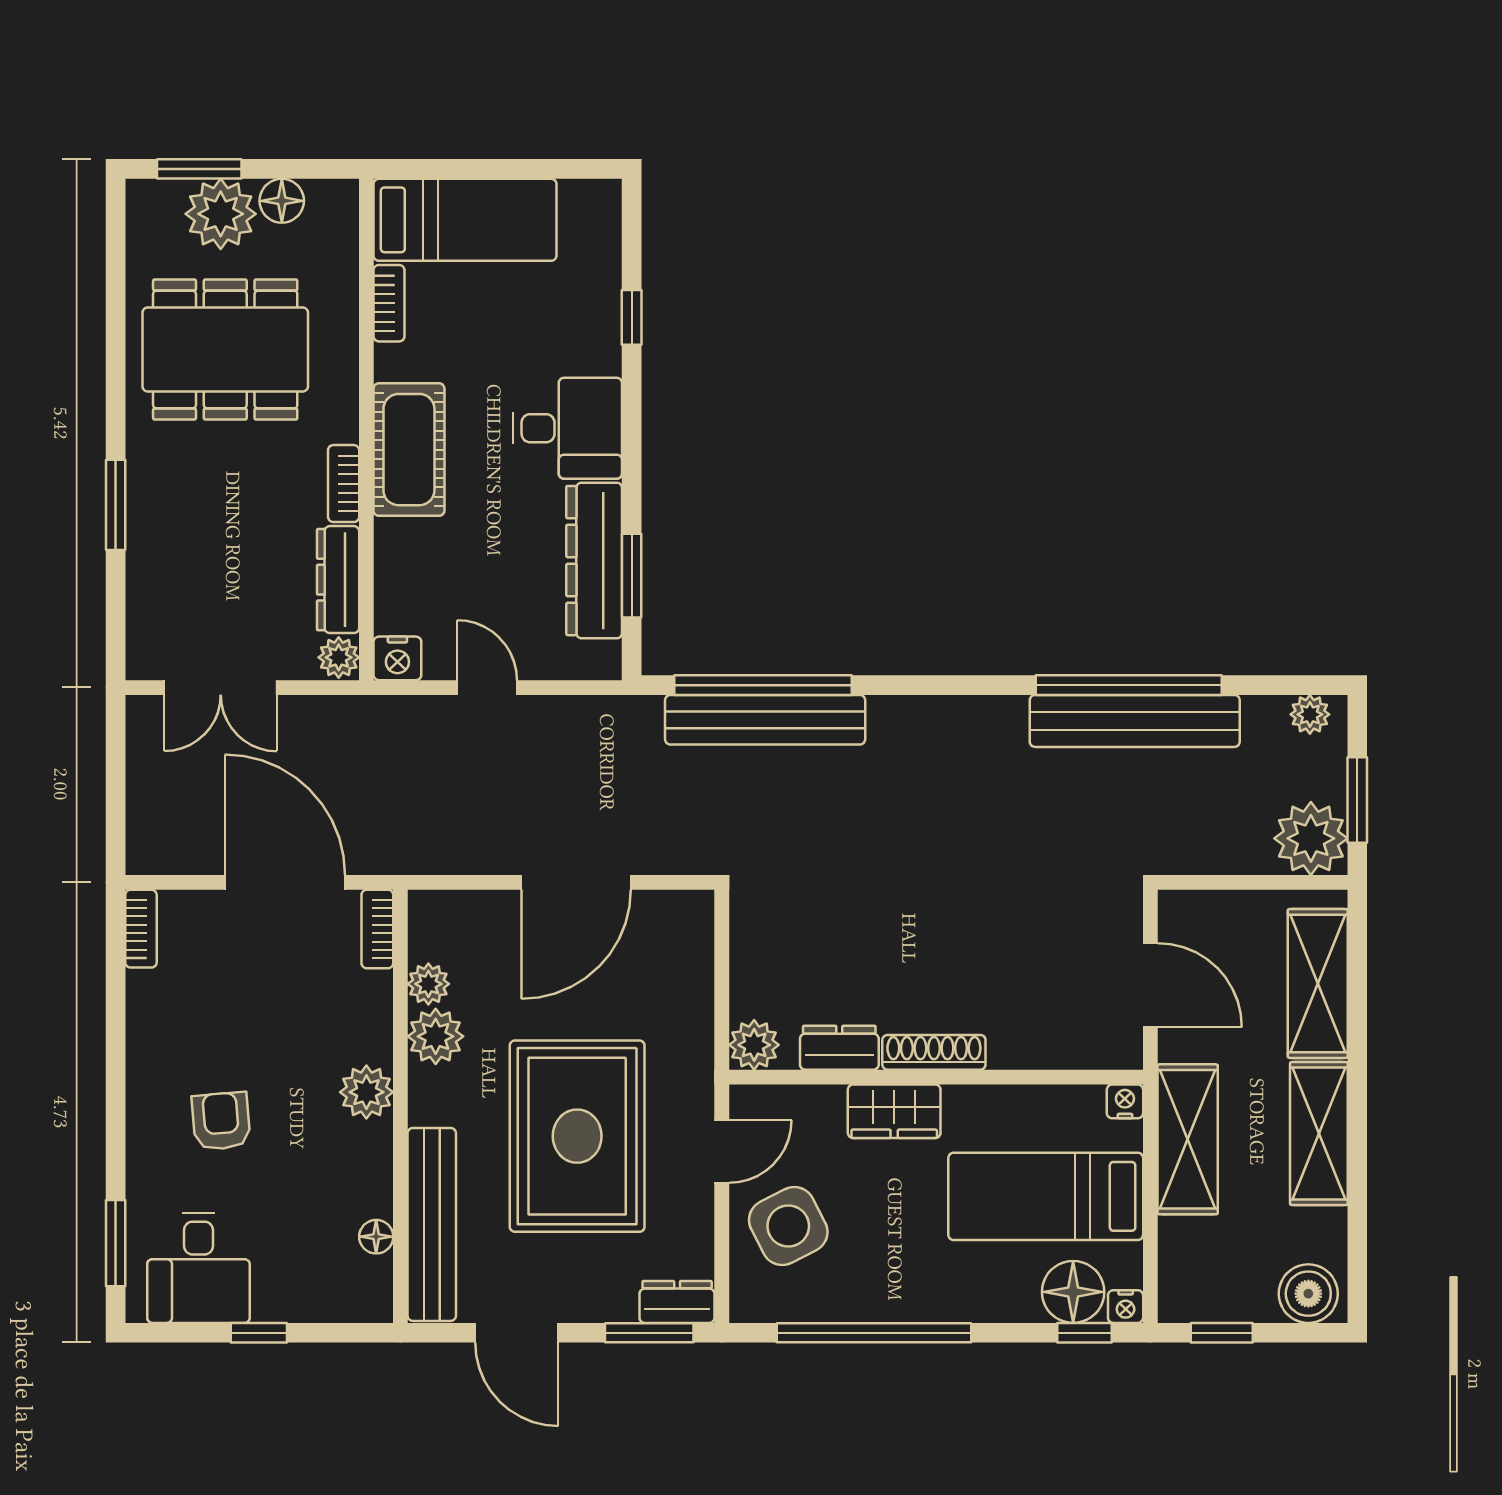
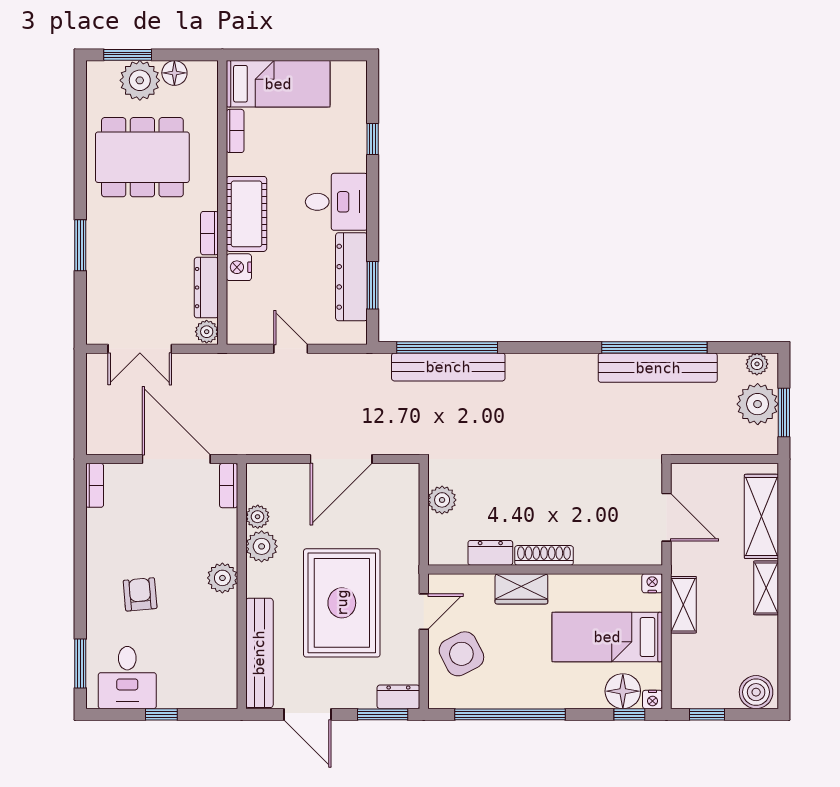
nightstand: (397, 658) -> (239, 267), moved, turned 90
plant: (1311, 838) -> (758, 404), moved
plant: (754, 1045) -> (442, 500), moved
shelving: (1319, 1134) -> (766, 588), width x0.67, depth x0.75
shelving: (1188, 1139) -> (683, 605), width x0.67, depth x0.75
floor lamp: (376, 1237) -> (228, 660), removed

